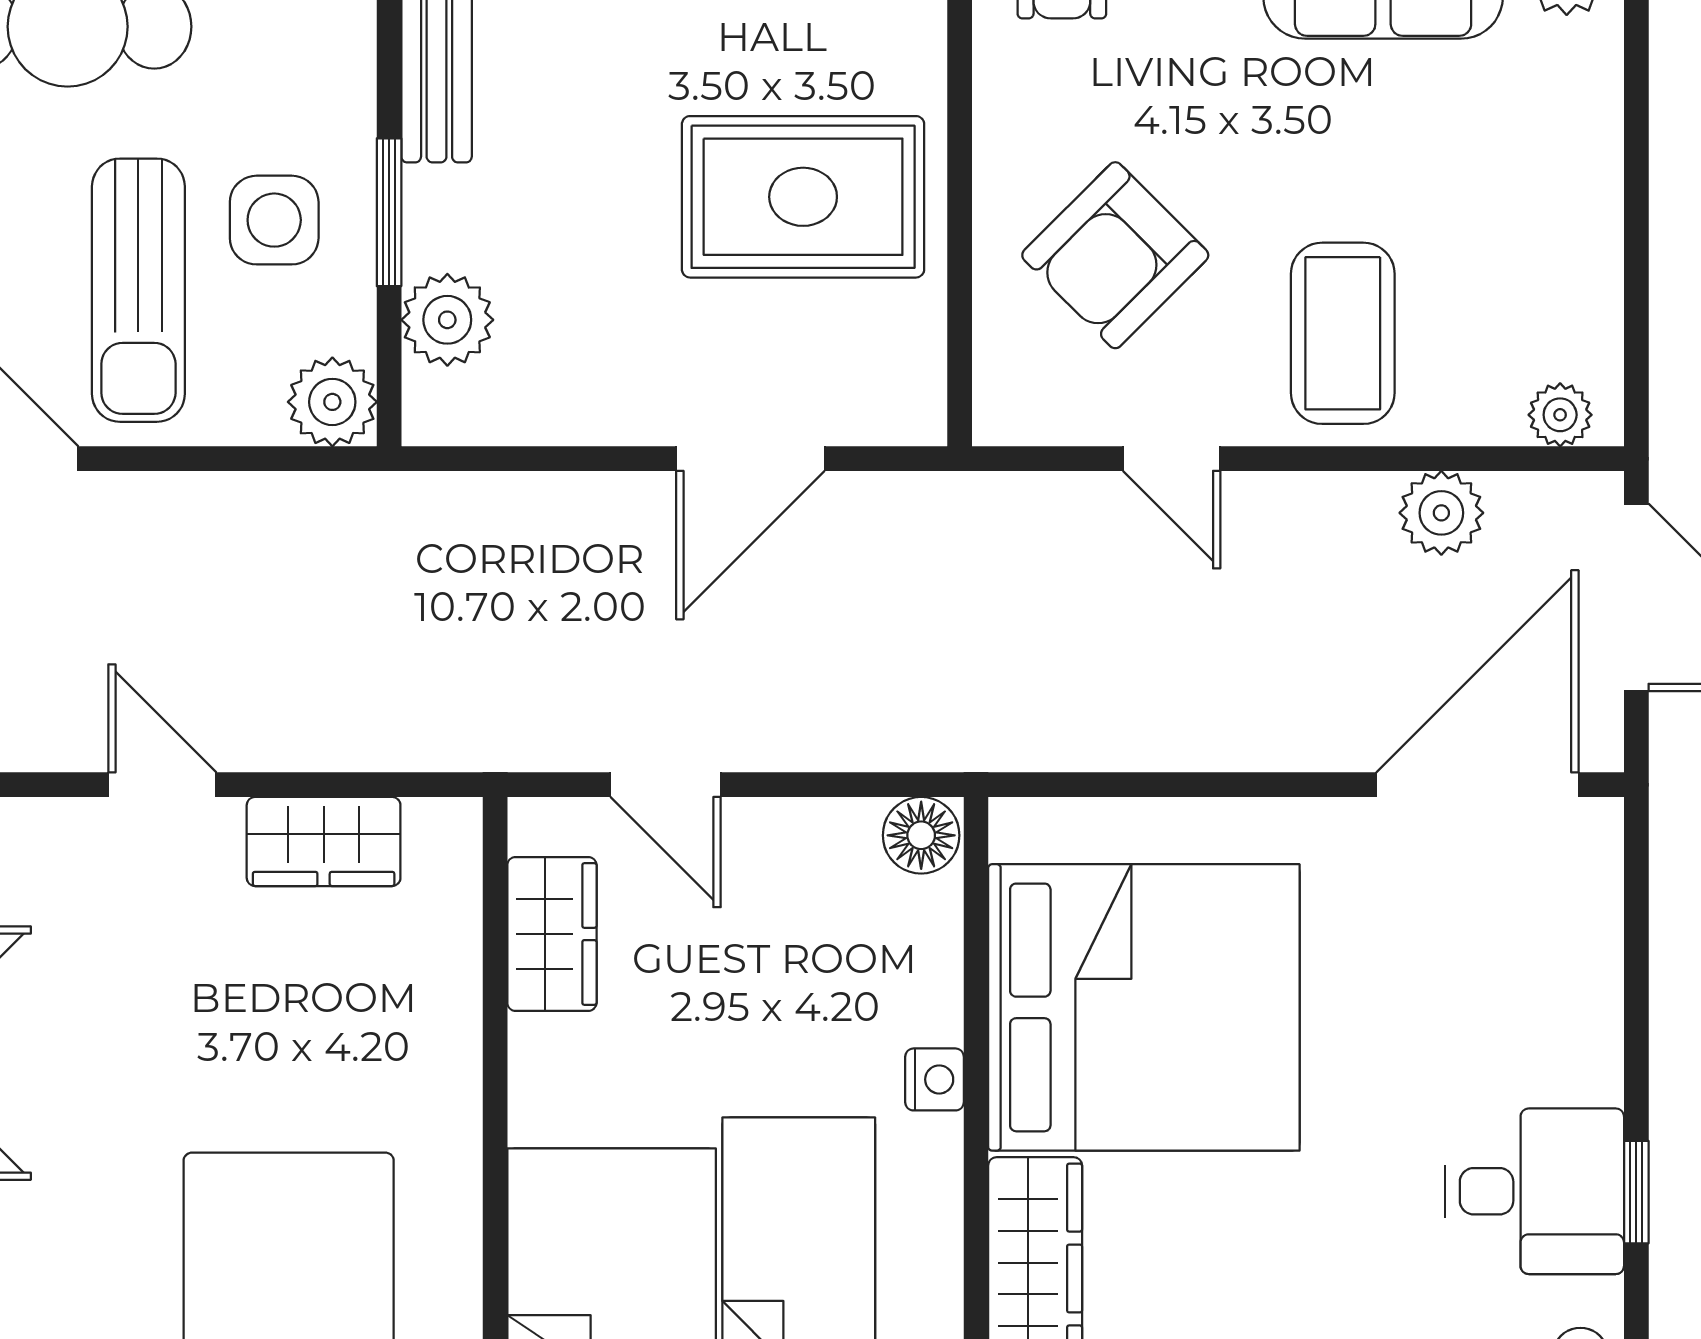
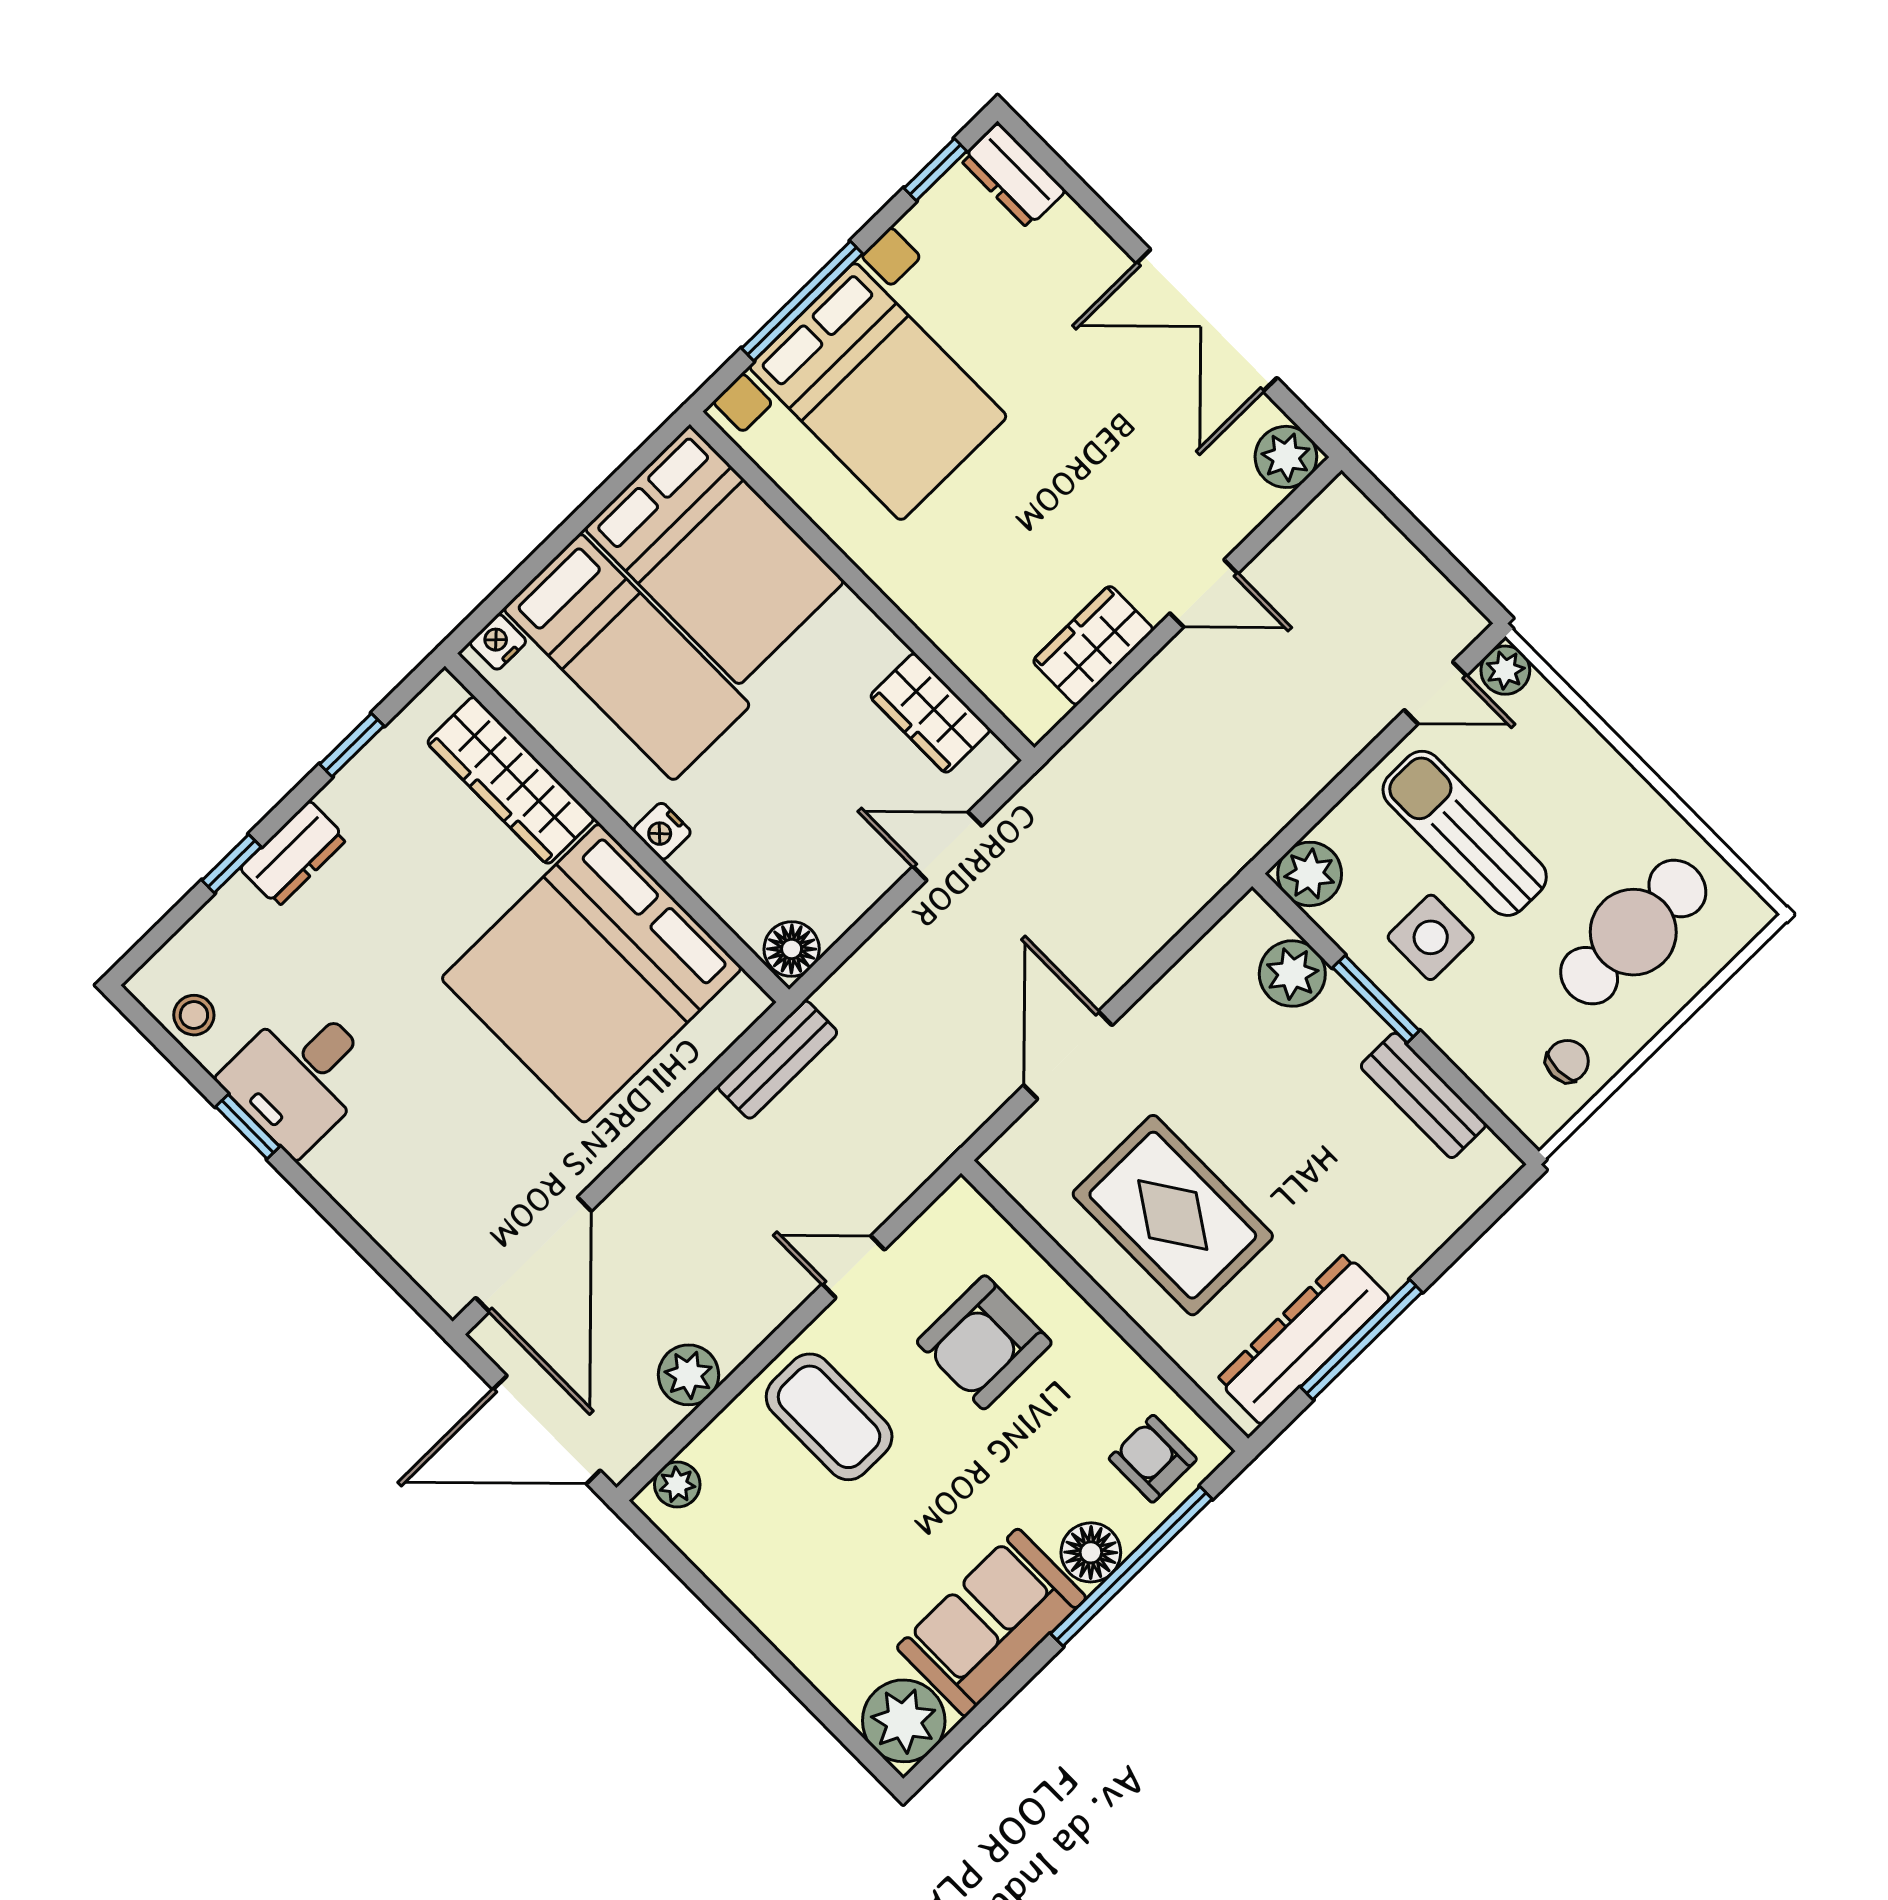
rug: (803, 197) -> (1173, 1215), turned 90
armchair: (1115, 255) -> (984, 1342), turned -135
bench: (1044, 739) -> (778, 1060), added

